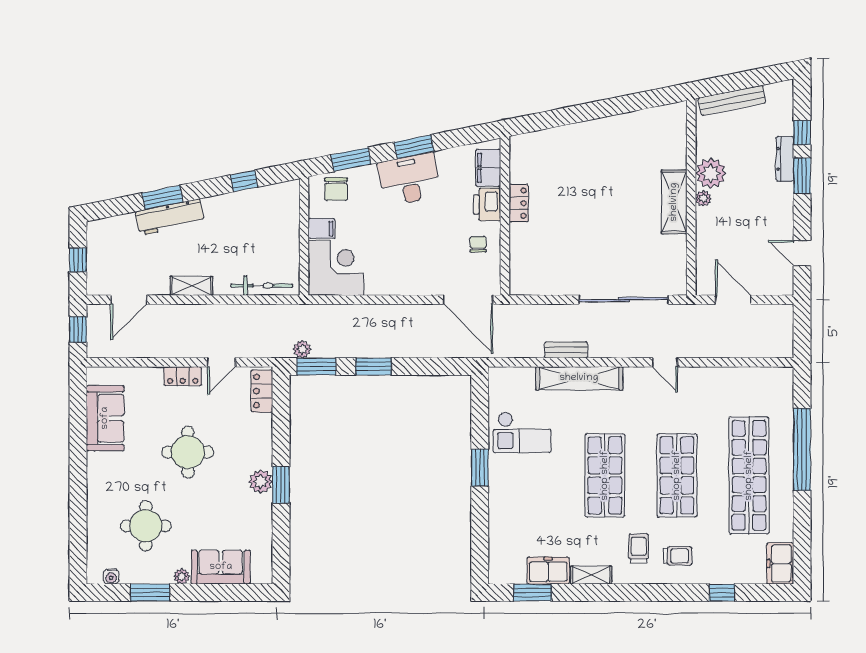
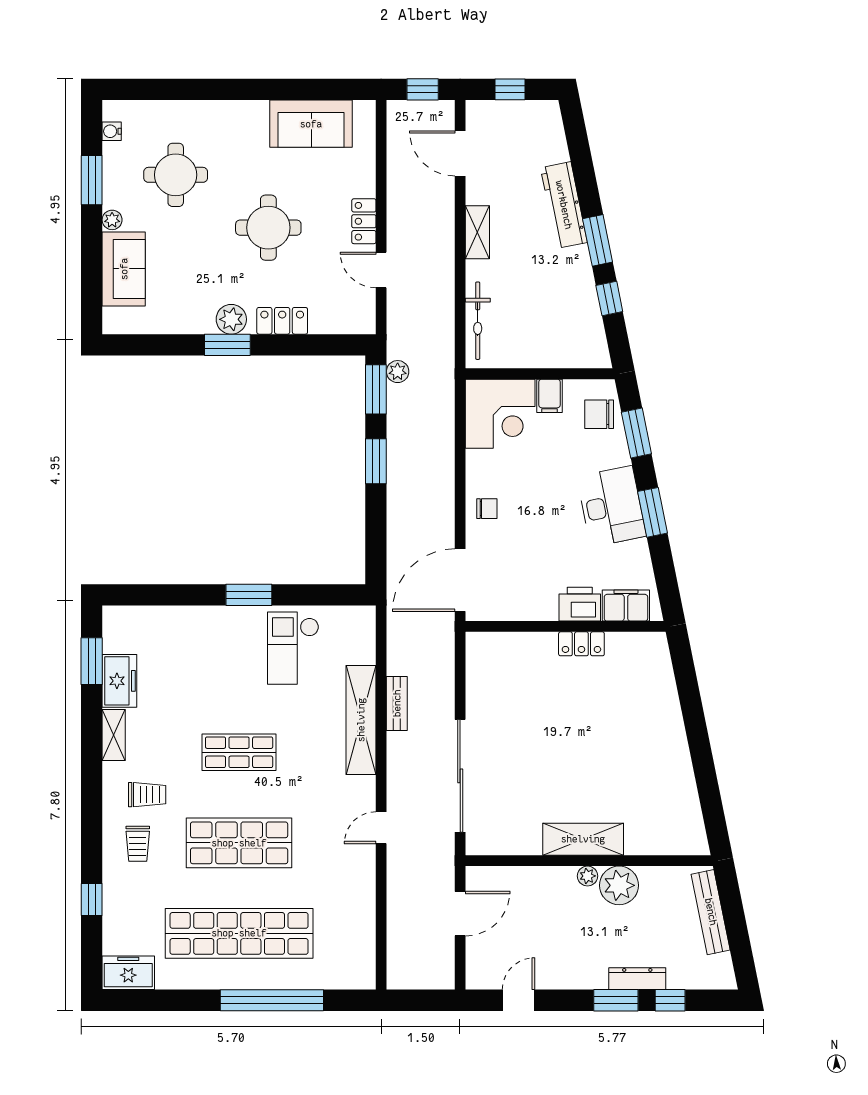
window: (162, 197) -> (598, 240), moved
chair: (478, 244) -> (487, 509), moved
locker: (262, 391) -> (282, 321), moved
shop shelf: (605, 475) -> (239, 752), width x0.70, depth x0.74

